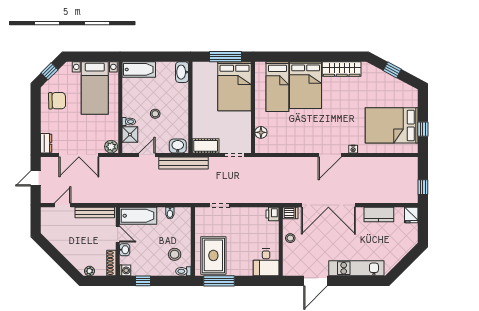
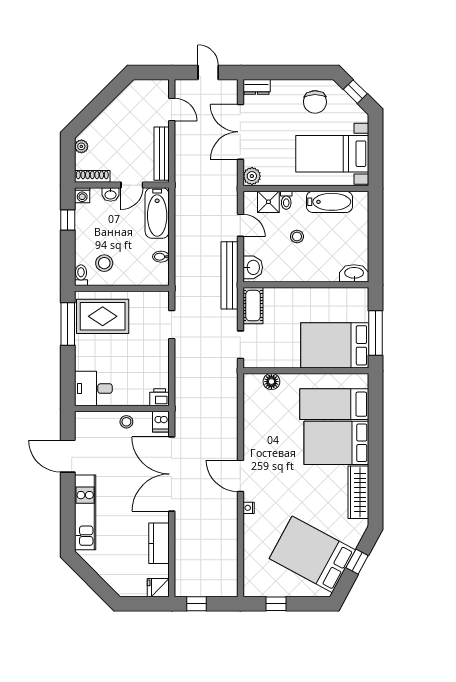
bathtub: (139, 69) -> (329, 202), moved, turned -90
bed: (392, 125) -> (312, 554), moved, turned -62

